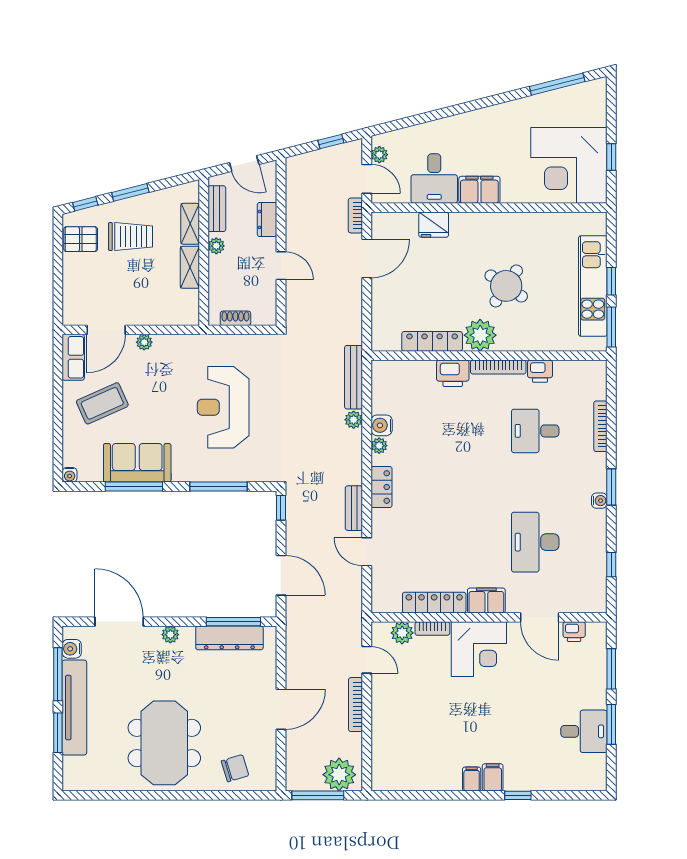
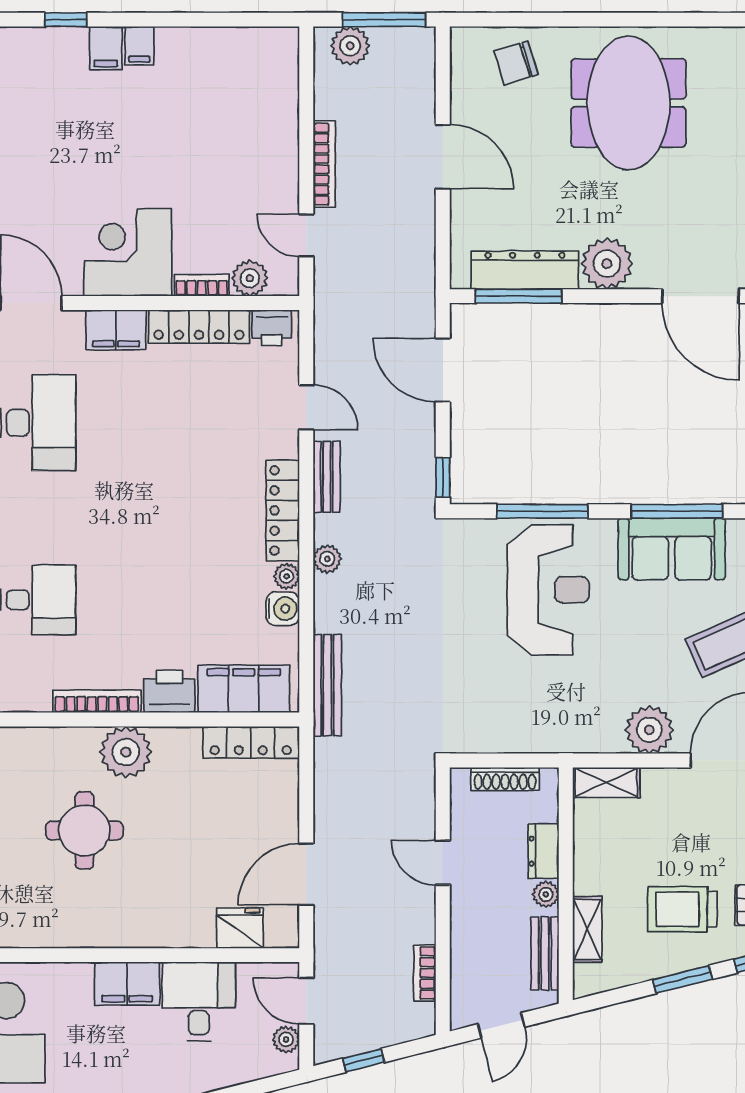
door: (244, 163) -> (501, 1025), swing flipped
bookcase: (355, 215) -> (425, 973), moved, turned 180
dresser: (267, 219) -> (544, 851), moved, turned 180
fridge: (434, 225) -> (240, 928), moved
shelving: (190, 267) -> (606, 782), moved, turned 90
round table: (506, 286) -> (84, 830), turned -34
shoe rack: (235, 318) -> (505, 779), width x1.43
locker: (432, 341) -> (251, 742), moved
plant: (144, 342) -> (649, 730), width x1.88, depth x1.88
printer: (540, 371) -> (272, 328), moved, turned 180
filing cabinet: (406, 375) -> (244, 689), added
reception desk: (223, 407) -> (548, 590), moved
plant: (354, 420) -> (327, 559), moved
locker: (382, 487) -> (283, 510), width x1.53
plant: (170, 635) -> (607, 264), width x1.87, depth x1.87
door: (281, 709) -> (443, 157), swing flipped
plant: (339, 775) -> (350, 46), width x0.73, depth x0.73

